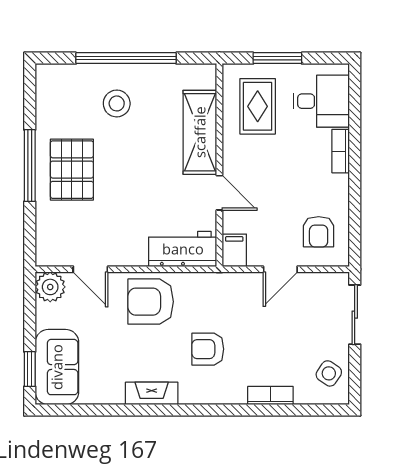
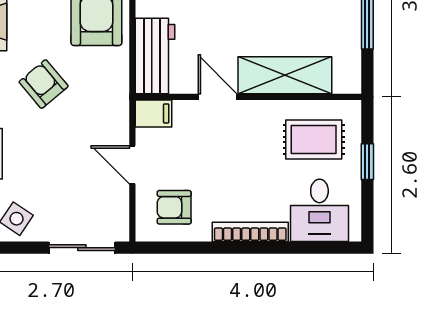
window: (277, 58) -> (367, 162), width x0.67
bookcase: (341, 151) -> (250, 232), width x1.56
door: (219, 193) -> (218, 97), swing flipped
armchair: (208, 349) -> (44, 84), turned -40

